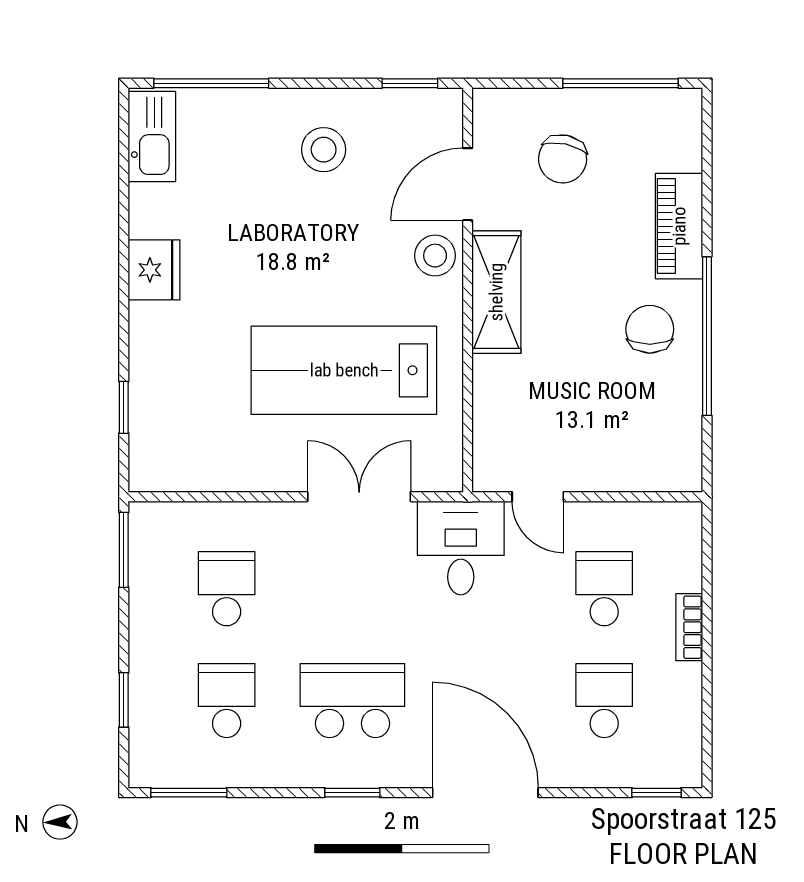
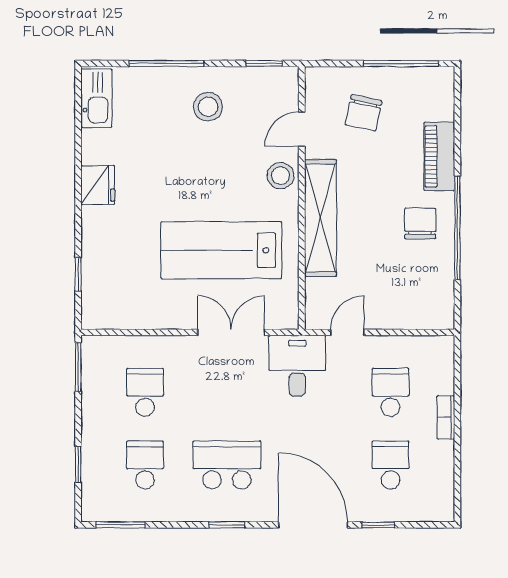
window: (211, 83) -> (166, 64), moved
door: (468, 184) -> (302, 129), width x0.73
shelving: (496, 292) -> (320, 218), width x1.47
door: (538, 497) -> (347, 332), swing flipped
window: (657, 793) -> (378, 525), moved

